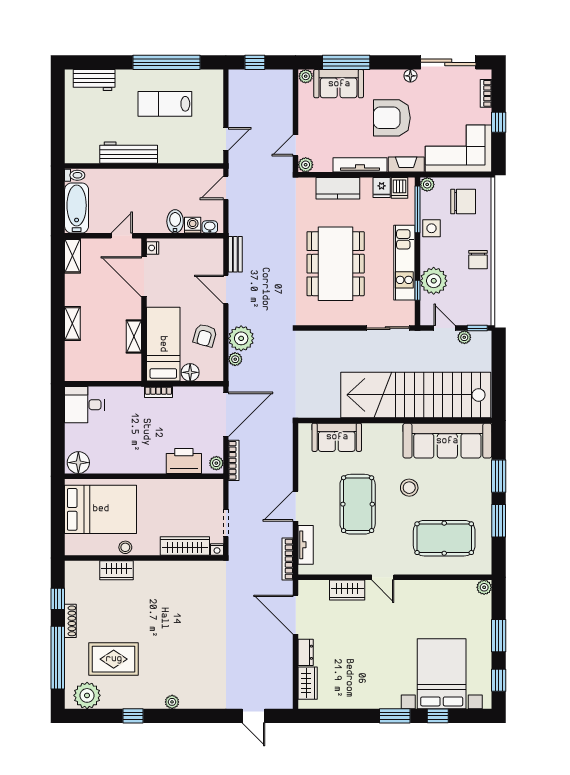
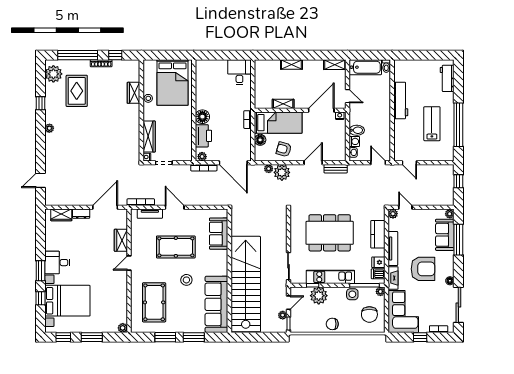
armchair: (392, 118) -> (423, 269), turned 90
floor lamp: (78, 463) -> (202, 117), moved
desk: (382, 690) -> (57, 263), added

